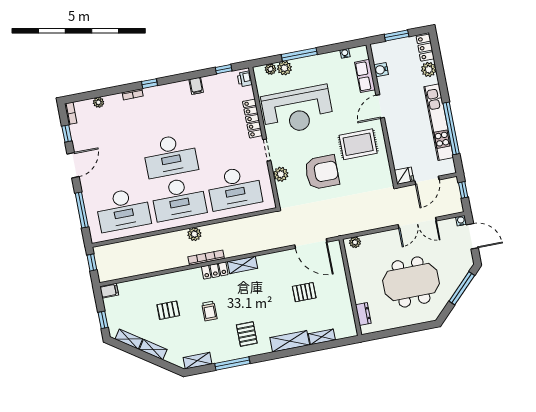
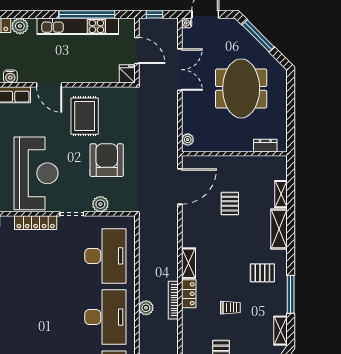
desk: (170, 156) -> (58, 317), removed

